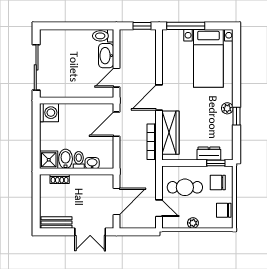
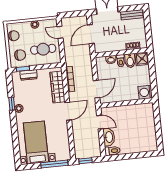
sliding door: (36, 67) -> (158, 124), removed
door: (116, 78) -> (100, 122), hinge flipped

